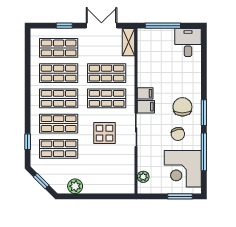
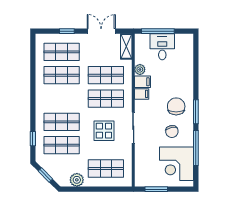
desk: (188, 42) -> (162, 47), moved
shop shelf: (59, 98) -> (106, 168), moved
filing cabinet: (146, 107) -> (142, 82), moved
plant: (143, 177) -> (140, 69), moved
window: (180, 196) -> (156, 189), moved

